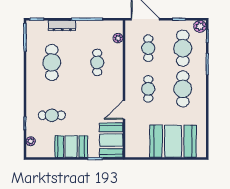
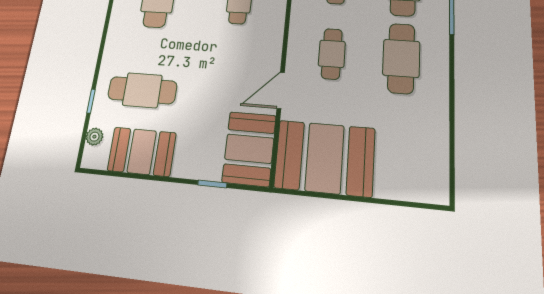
cafe table: (52, 115) -> (142, 90), width x1.37, depth x1.35
booth: (173, 141) -> (325, 158), moved
booth: (71, 147) -> (142, 152), moved

